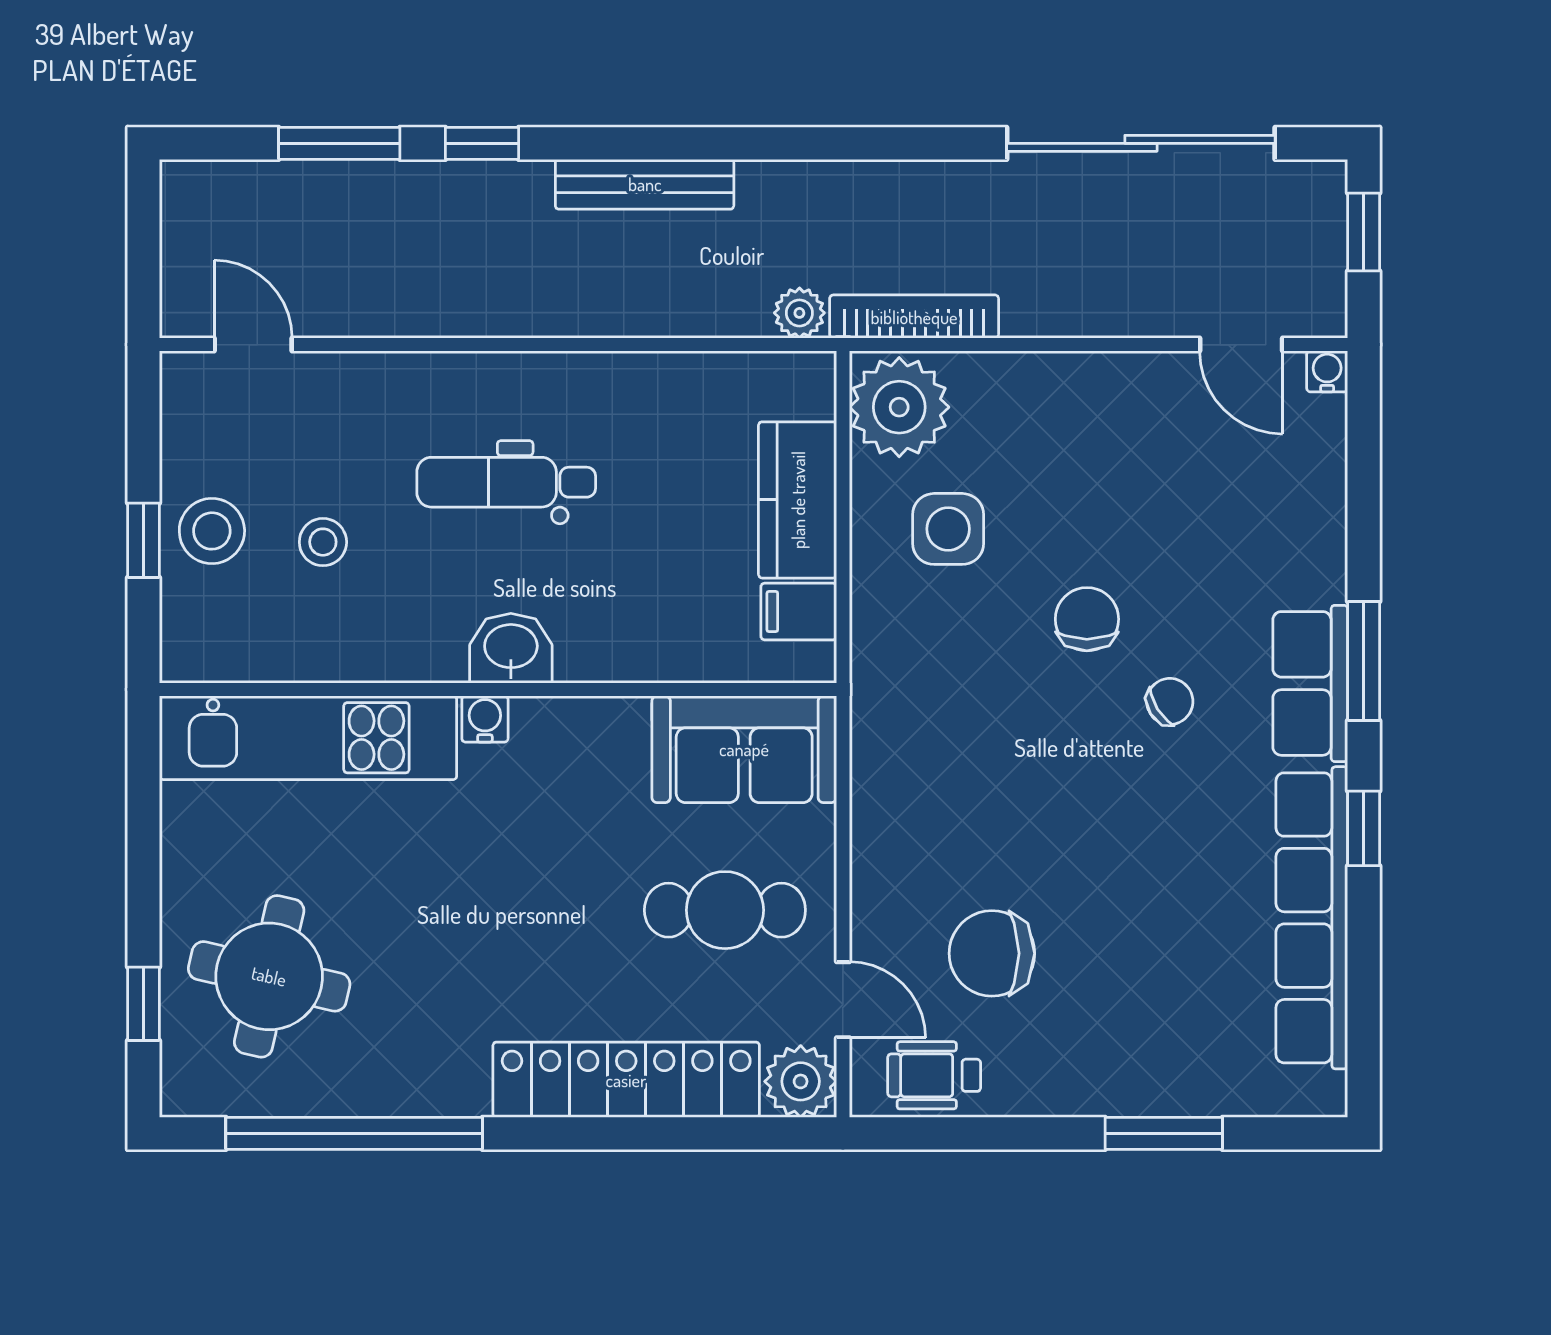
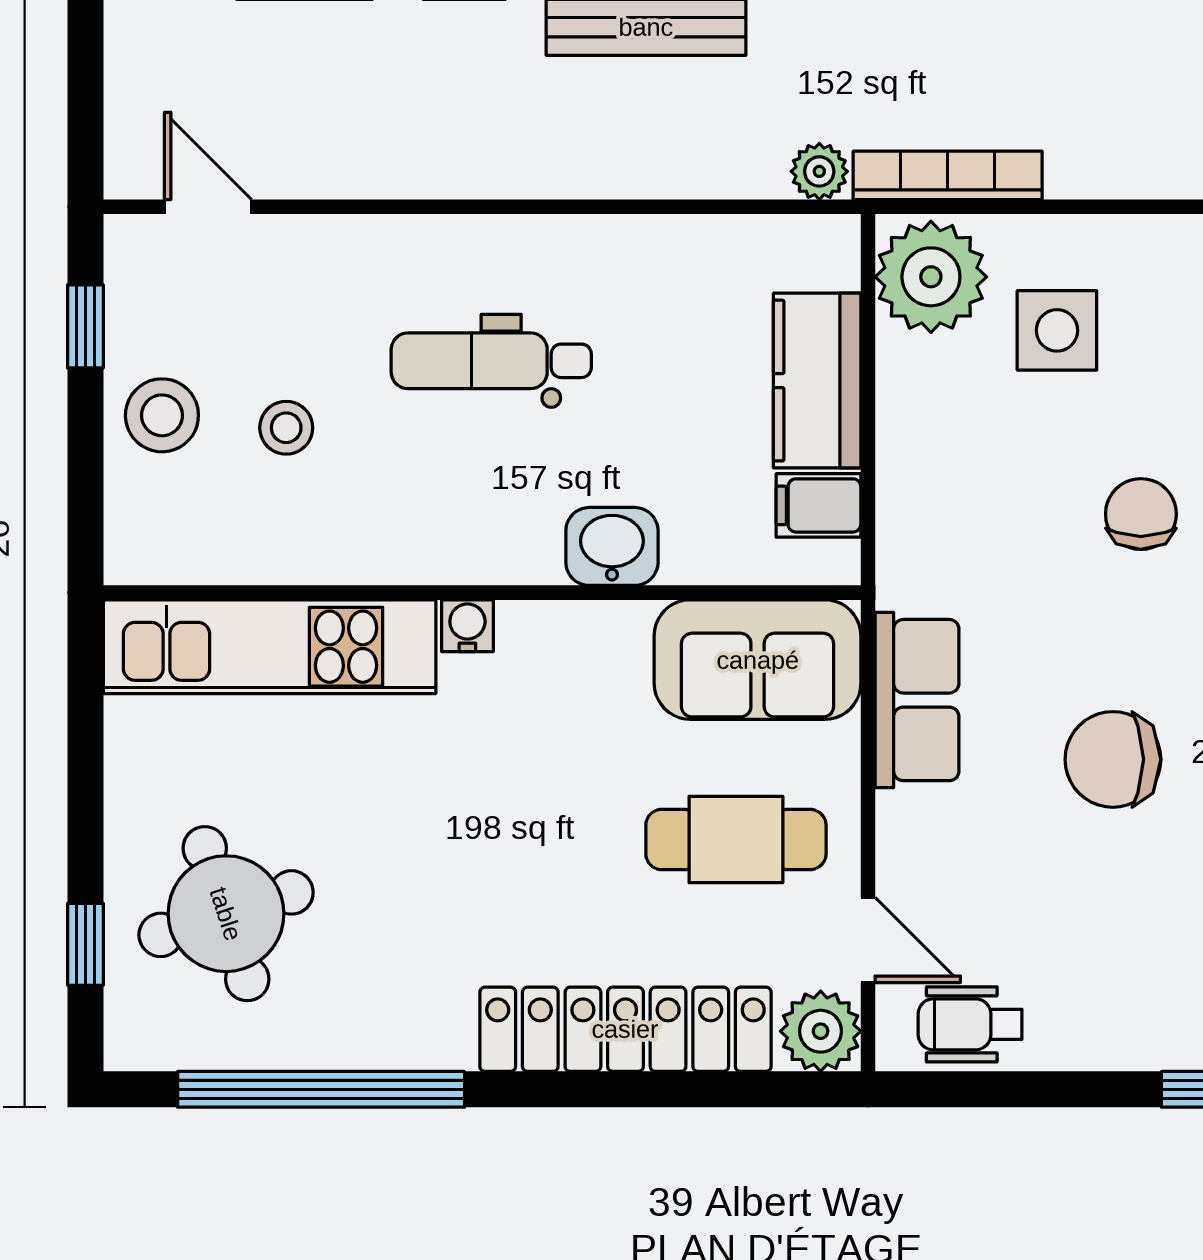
side table: (948, 529) -> (1057, 330), moved
window: (143, 540) -> (85, 326), moved
washbasin: (511, 648) -> (612, 546), moved
row of seats: (887, 785) -> (917, 700), added
chair: (992, 953) -> (1113, 759), moved
round table: (269, 976) -> (226, 914), turned -31

